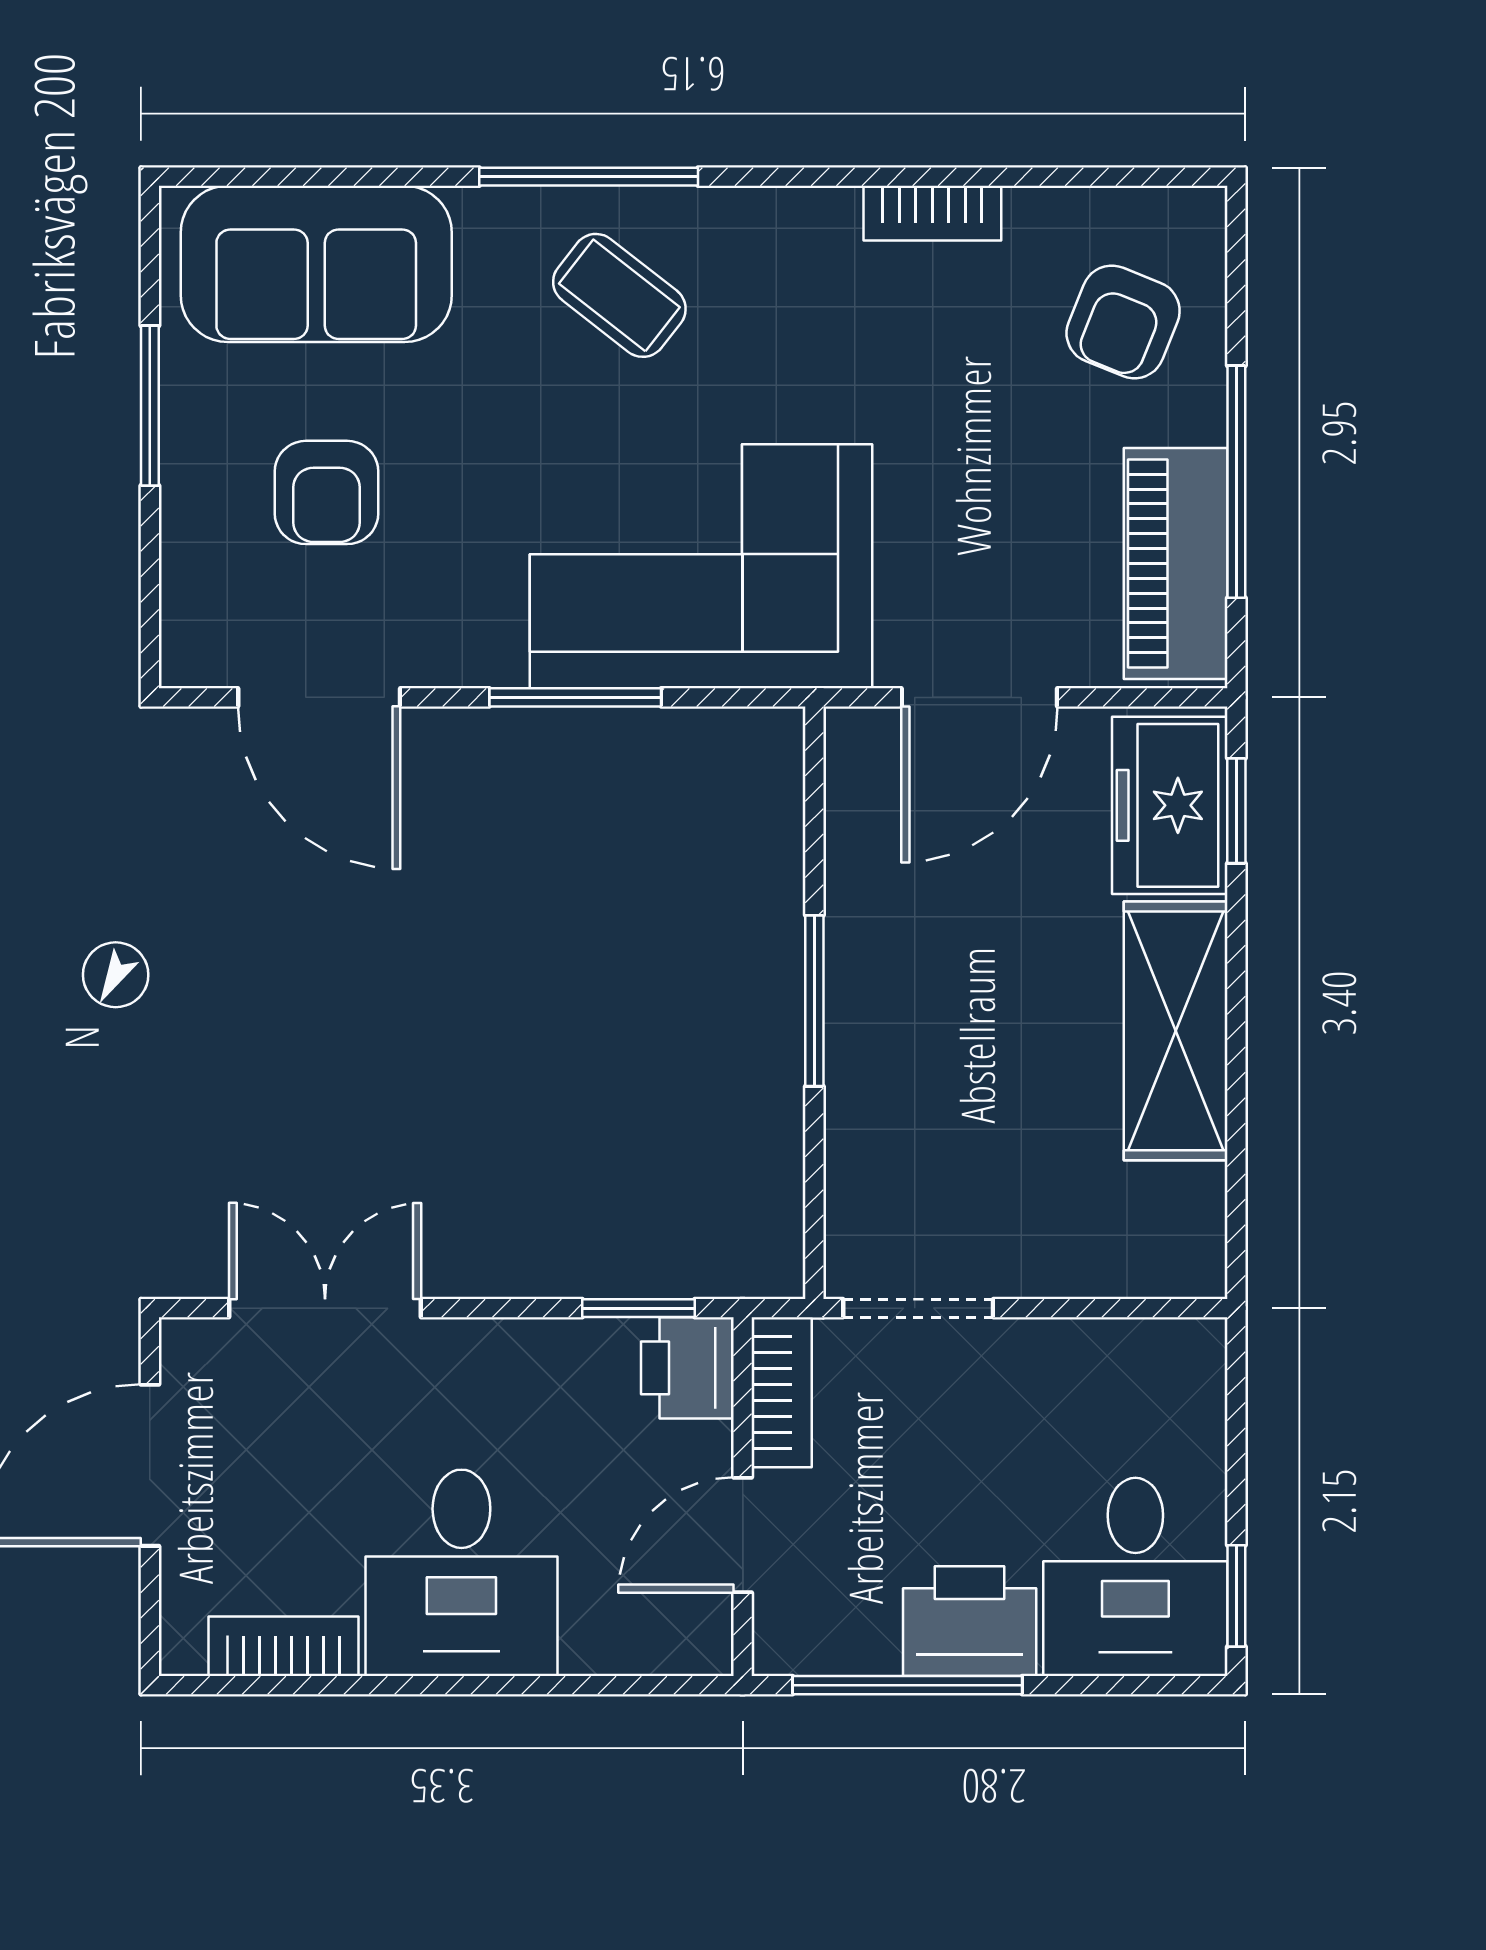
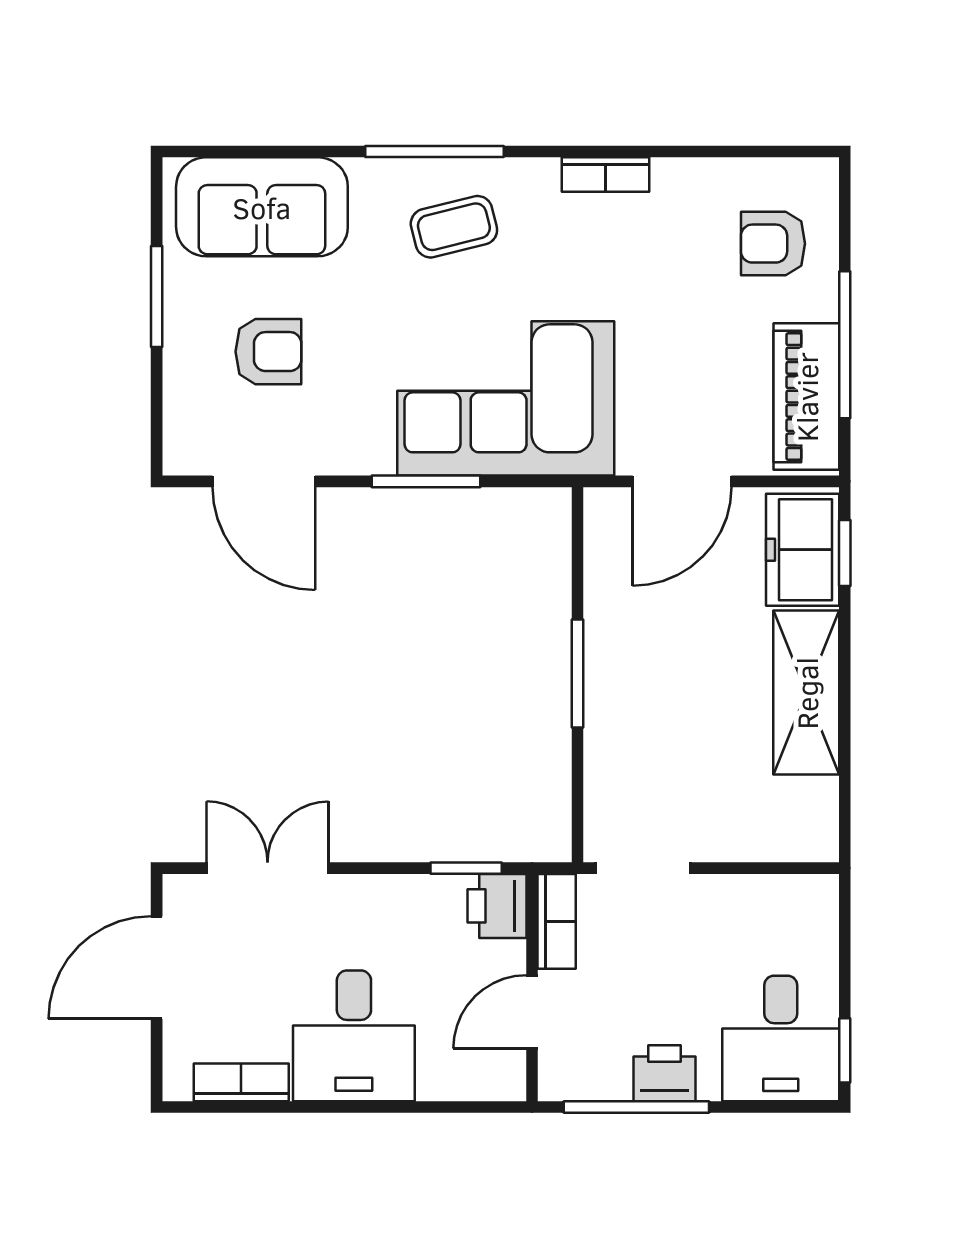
bookcase: (932, 213) -> (606, 175), moved
coffee table: (619, 295) -> (454, 227), turned -52
armchair: (1123, 322) -> (773, 244), turned 68
armchair: (327, 492) -> (268, 352), turned -90
printer: (970, 1621) -> (665, 1073), width x0.73, depth x0.81

